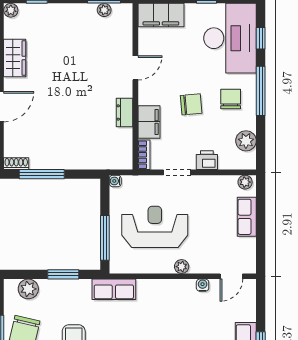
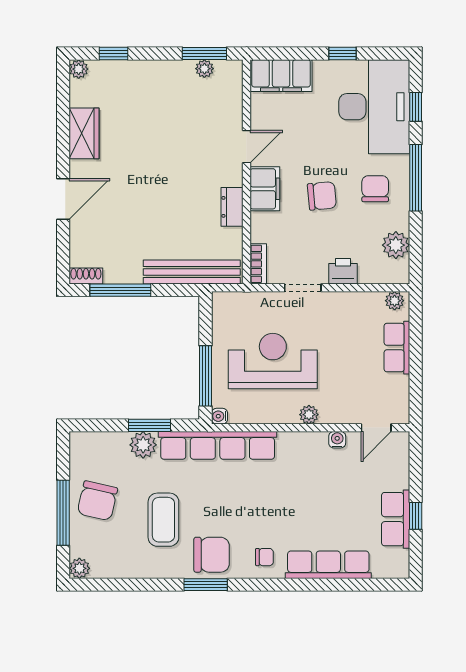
filing cabinet: (149, 122) -> (265, 189), moved
bench: (95, 161) -> (192, 272), added
water cooler: (115, 181) -> (219, 416), moved
plant: (28, 289) -> (143, 445), moved
row of seats: (114, 289) -> (218, 445), width x2.02

